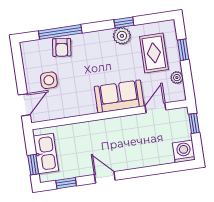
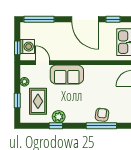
side table: (49, 80) -> (114, 93), removed
door: (155, 108) -> (43, 63), swing flipped
washing machine: (184, 151) -> (27, 47), moved, turned -90
window: (169, 168) -> (39, 19), added
door: (105, 177) -> (85, 19), width x1.88

